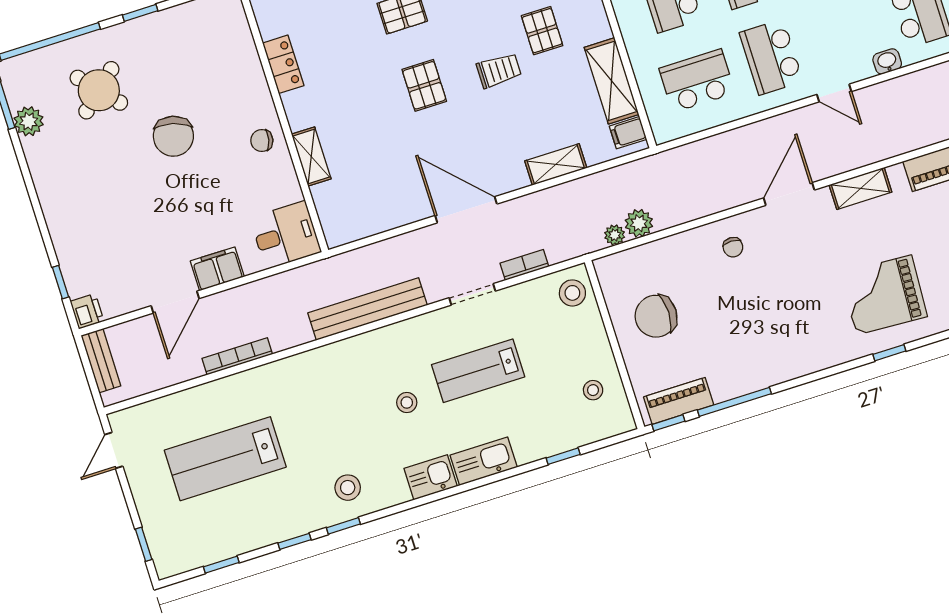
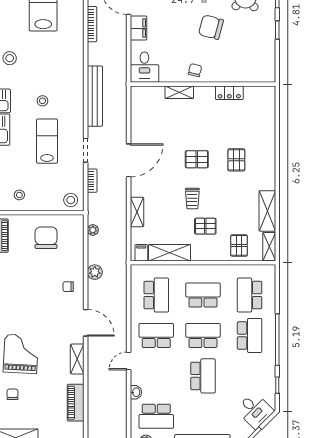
plant: (639, 223) -> (95, 272), moved

